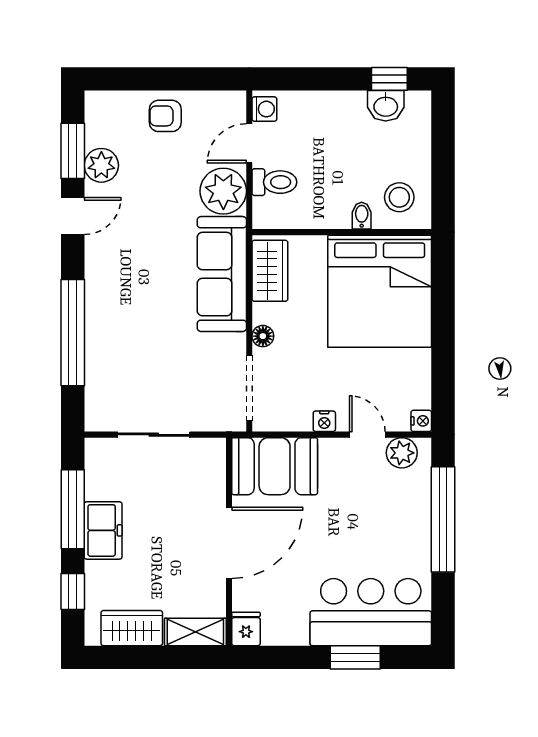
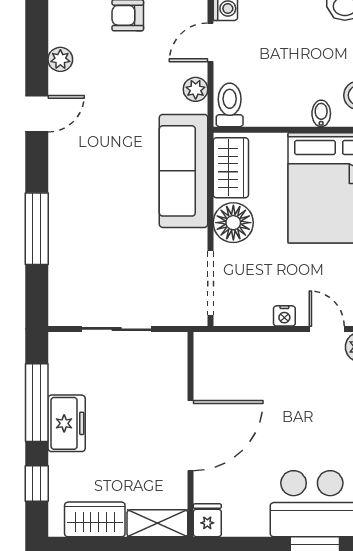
window: (73, 151) -> (37, 50), removed
plant: (101, 165) -> (60, 59), width x0.73, depth x0.73
toilet: (274, 182) -> (230, 105), moved, turned -90
plant: (223, 191) -> (196, 89), width x0.53, depth x0.53
window: (73, 333) -> (37, 229), width x0.68
floor lamp: (263, 336) -> (233, 223), width x1.89, depth x1.89
booth: (275, 466) -> (235, 360), removed

